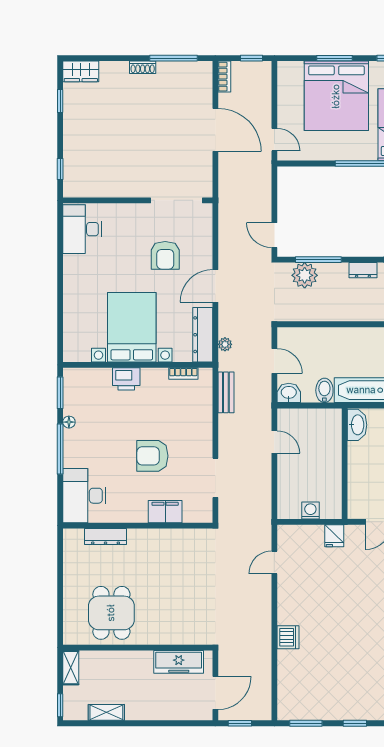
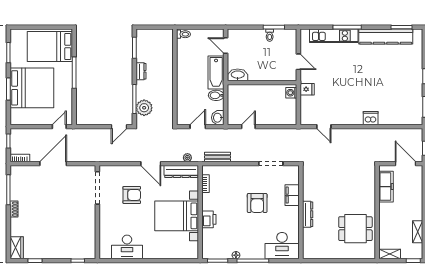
desk: (82, 229) -> (127, 247), moved
washing machine: (310, 511) -> (291, 93), moved
dresser: (106, 537) -> (308, 214), moved

